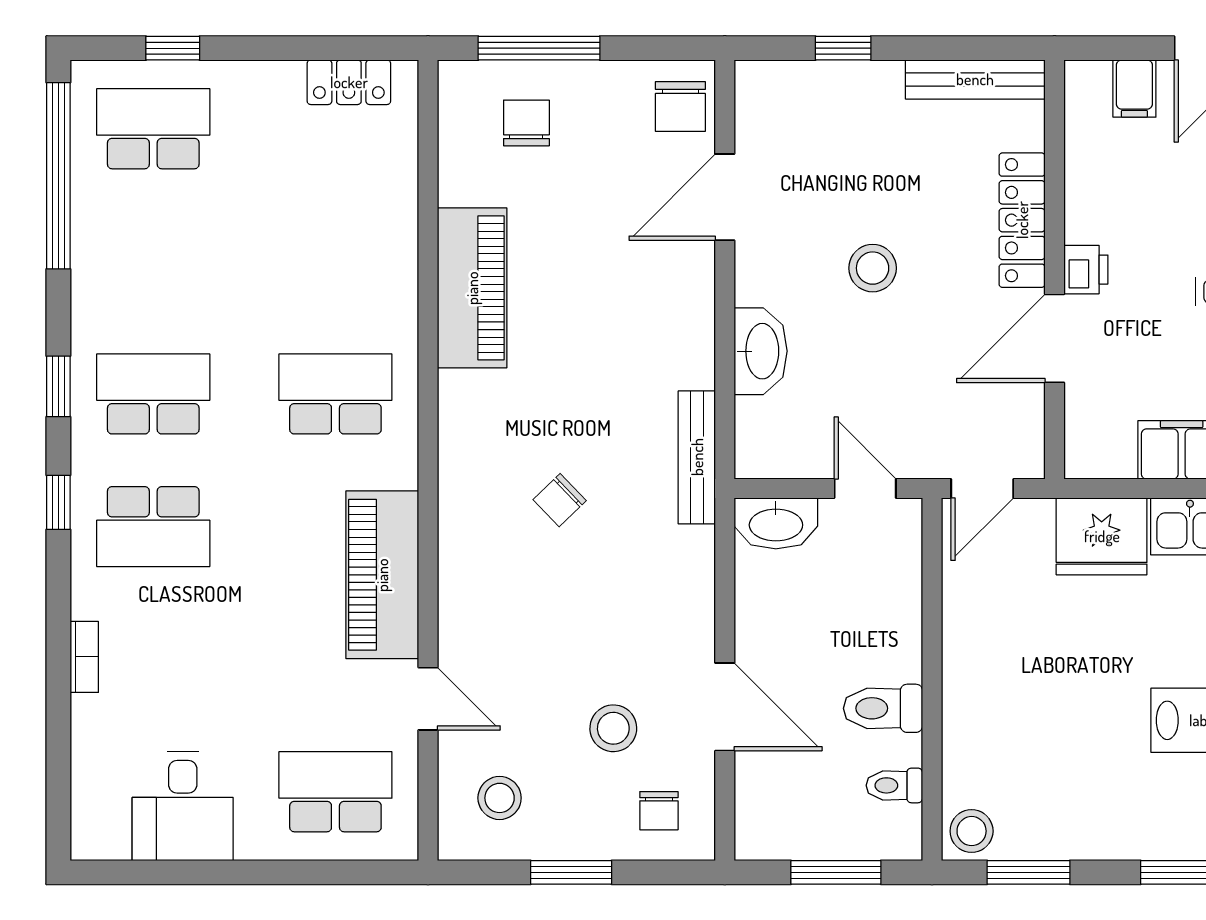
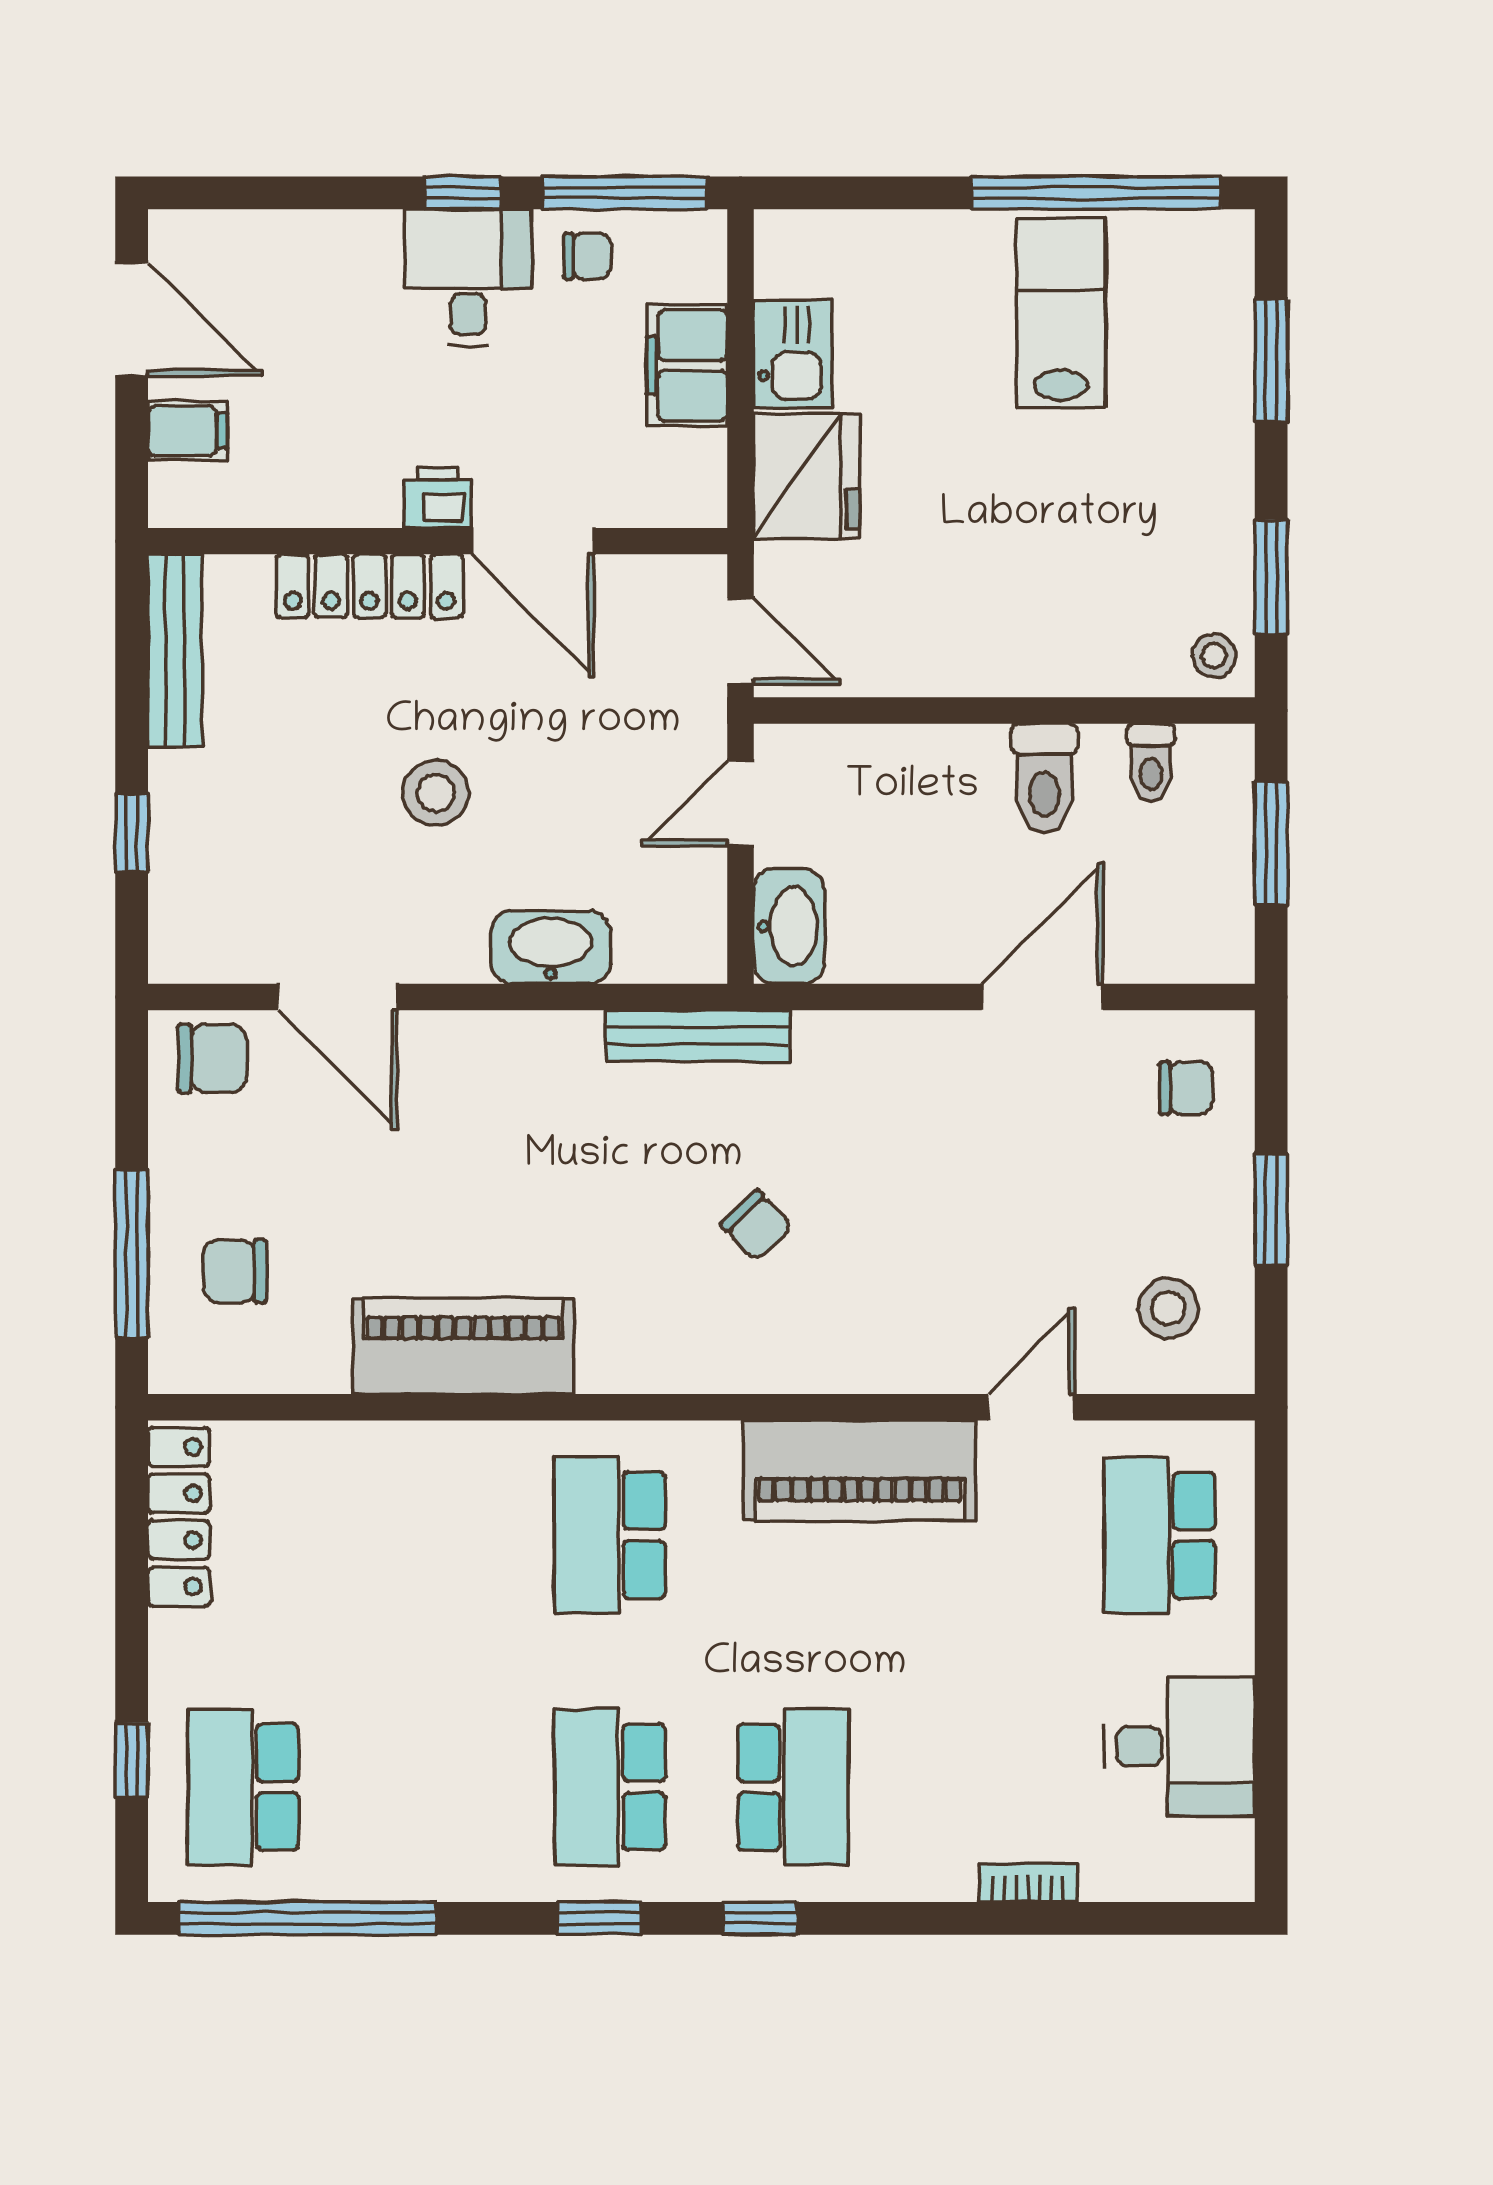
locker: (349, 82) -> (179, 1517), width x1.53
bookcase: (84, 657) -> (1028, 1882), moved
stool: (613, 728) -> (1072, 1151), removed
stool: (972, 831) -> (1214, 656), width x0.73, depth x0.73

